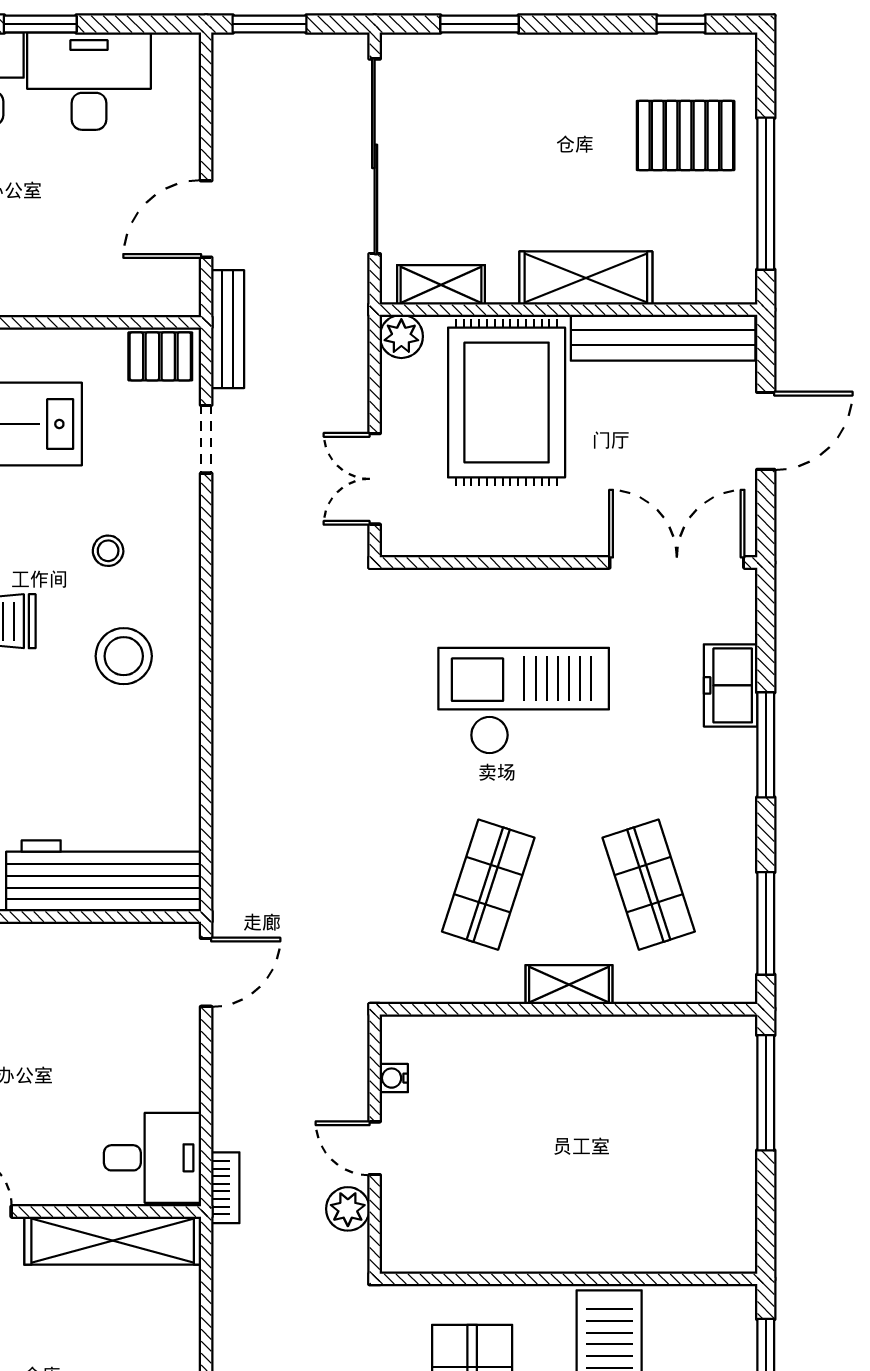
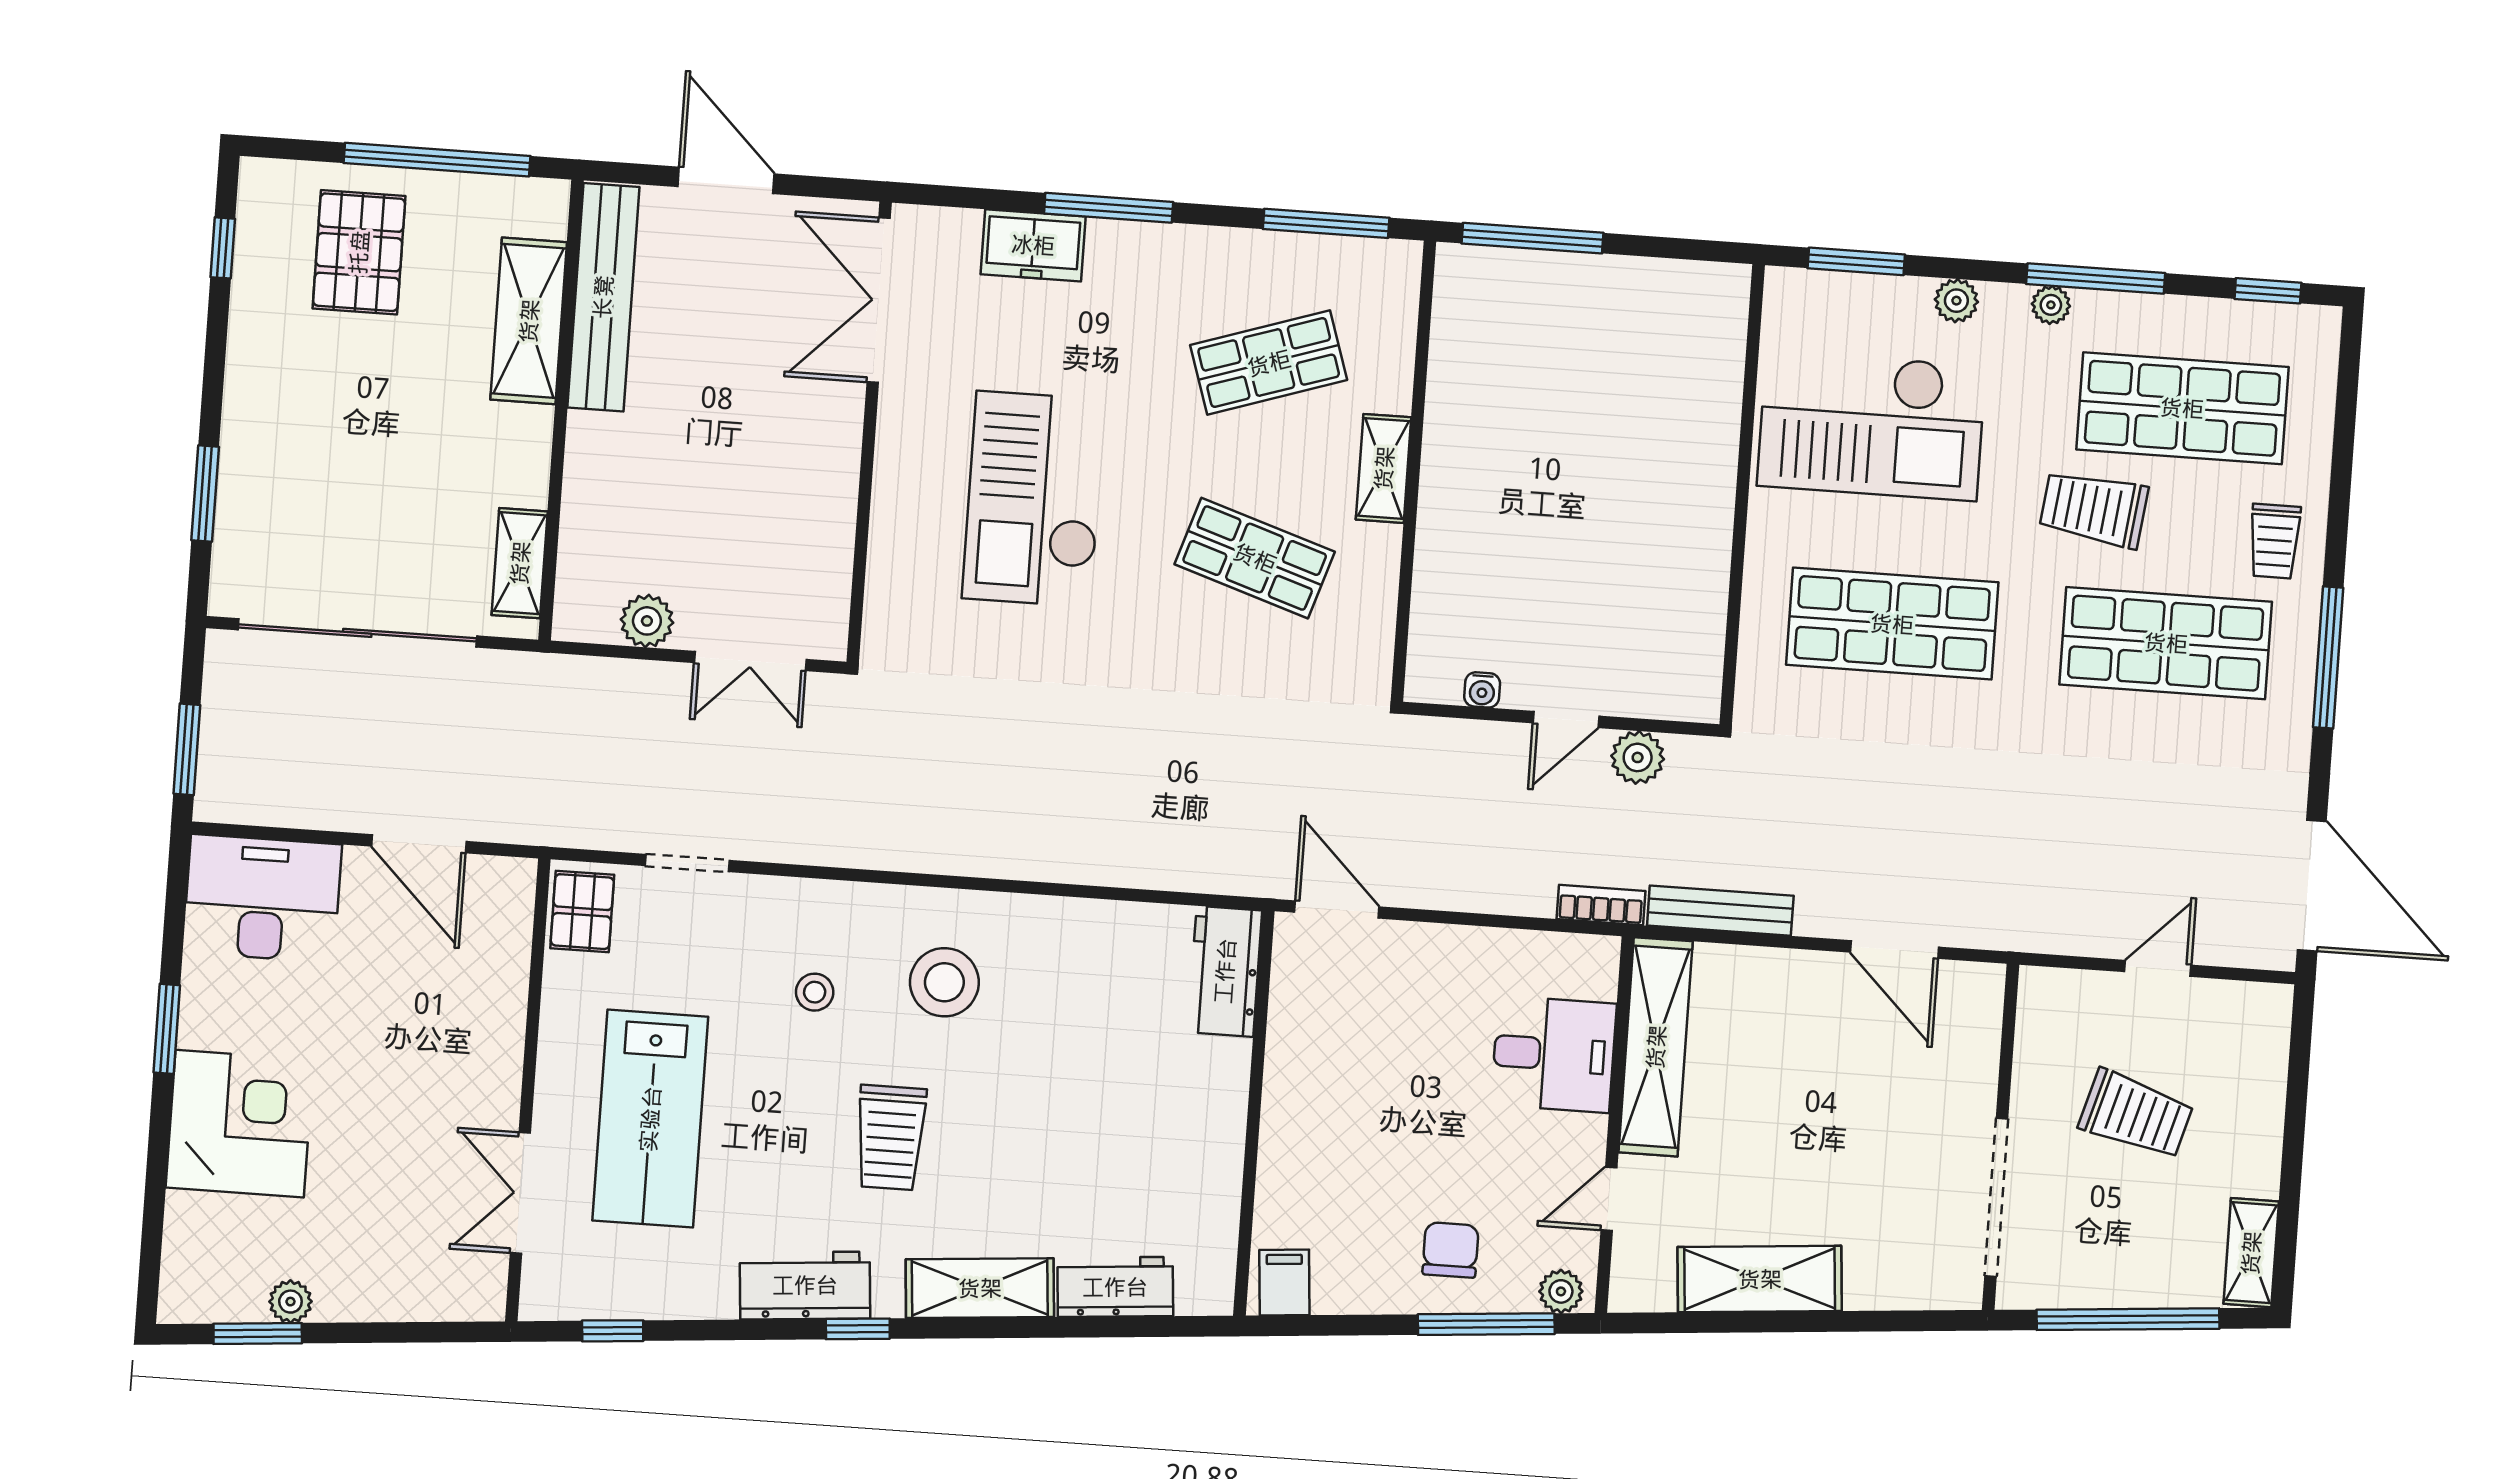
desk: (89, 81) -> (262, 898), moved, turned 90
shelving: (586, 278) -> (529, 321), moved
bench: (228, 329) -> (1720, 911), moved
plant: (401, 336) -> (647, 621), moved
rug: (507, 403) -> (669, 494), removed
workbench: (104, 876) -> (1225, 971), width x0.53, depth x0.76
desk: (152, 1158) -> (1554, 1054), moved, turned 90

